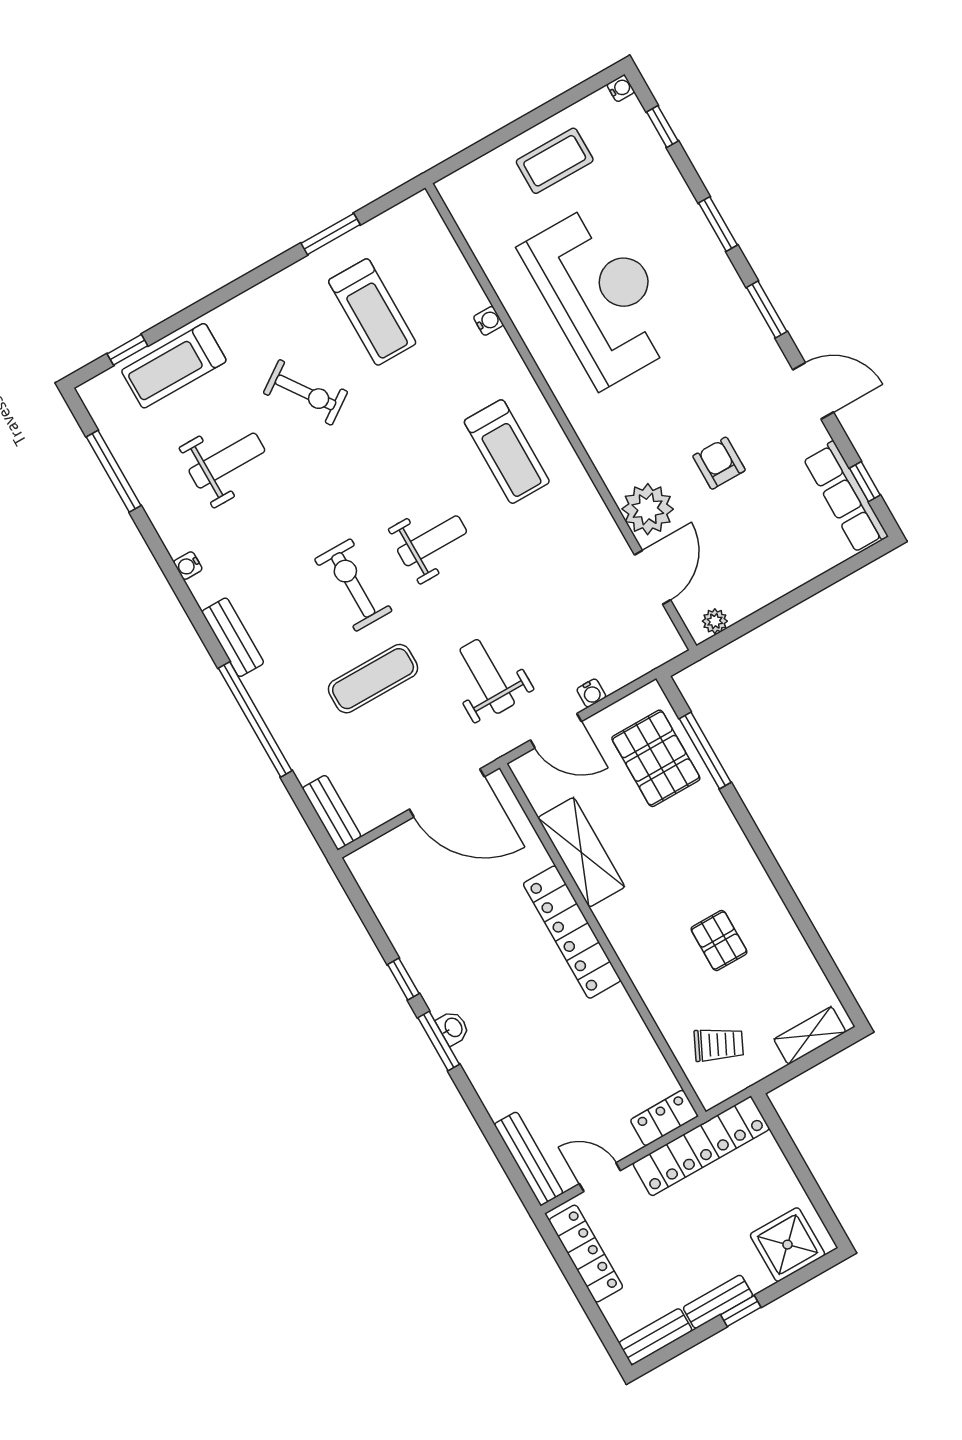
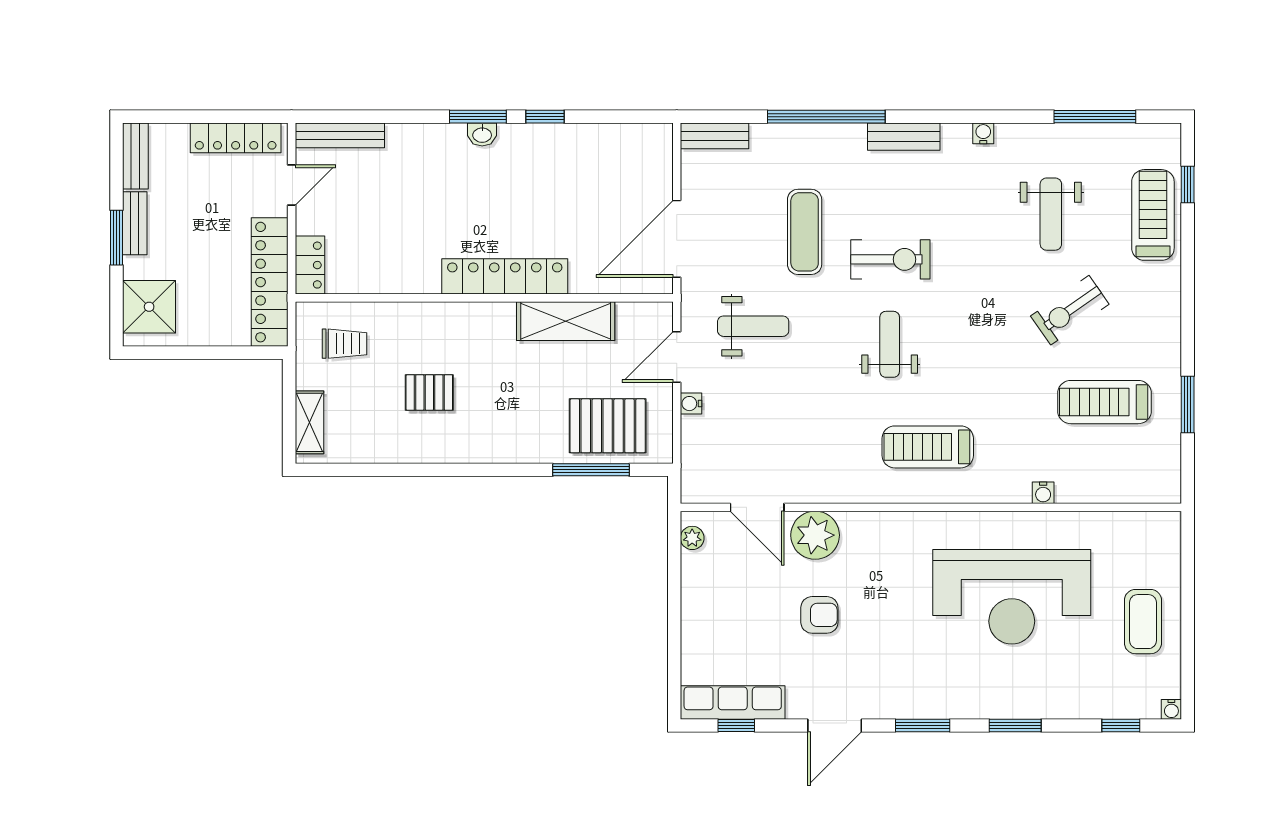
weight bench: (432, 541) -> (890, 344), turned 180
trolley: (719, 1045) -> (345, 344), turned -116
window: (741, 1311) -> (117, 238), width x1.50

